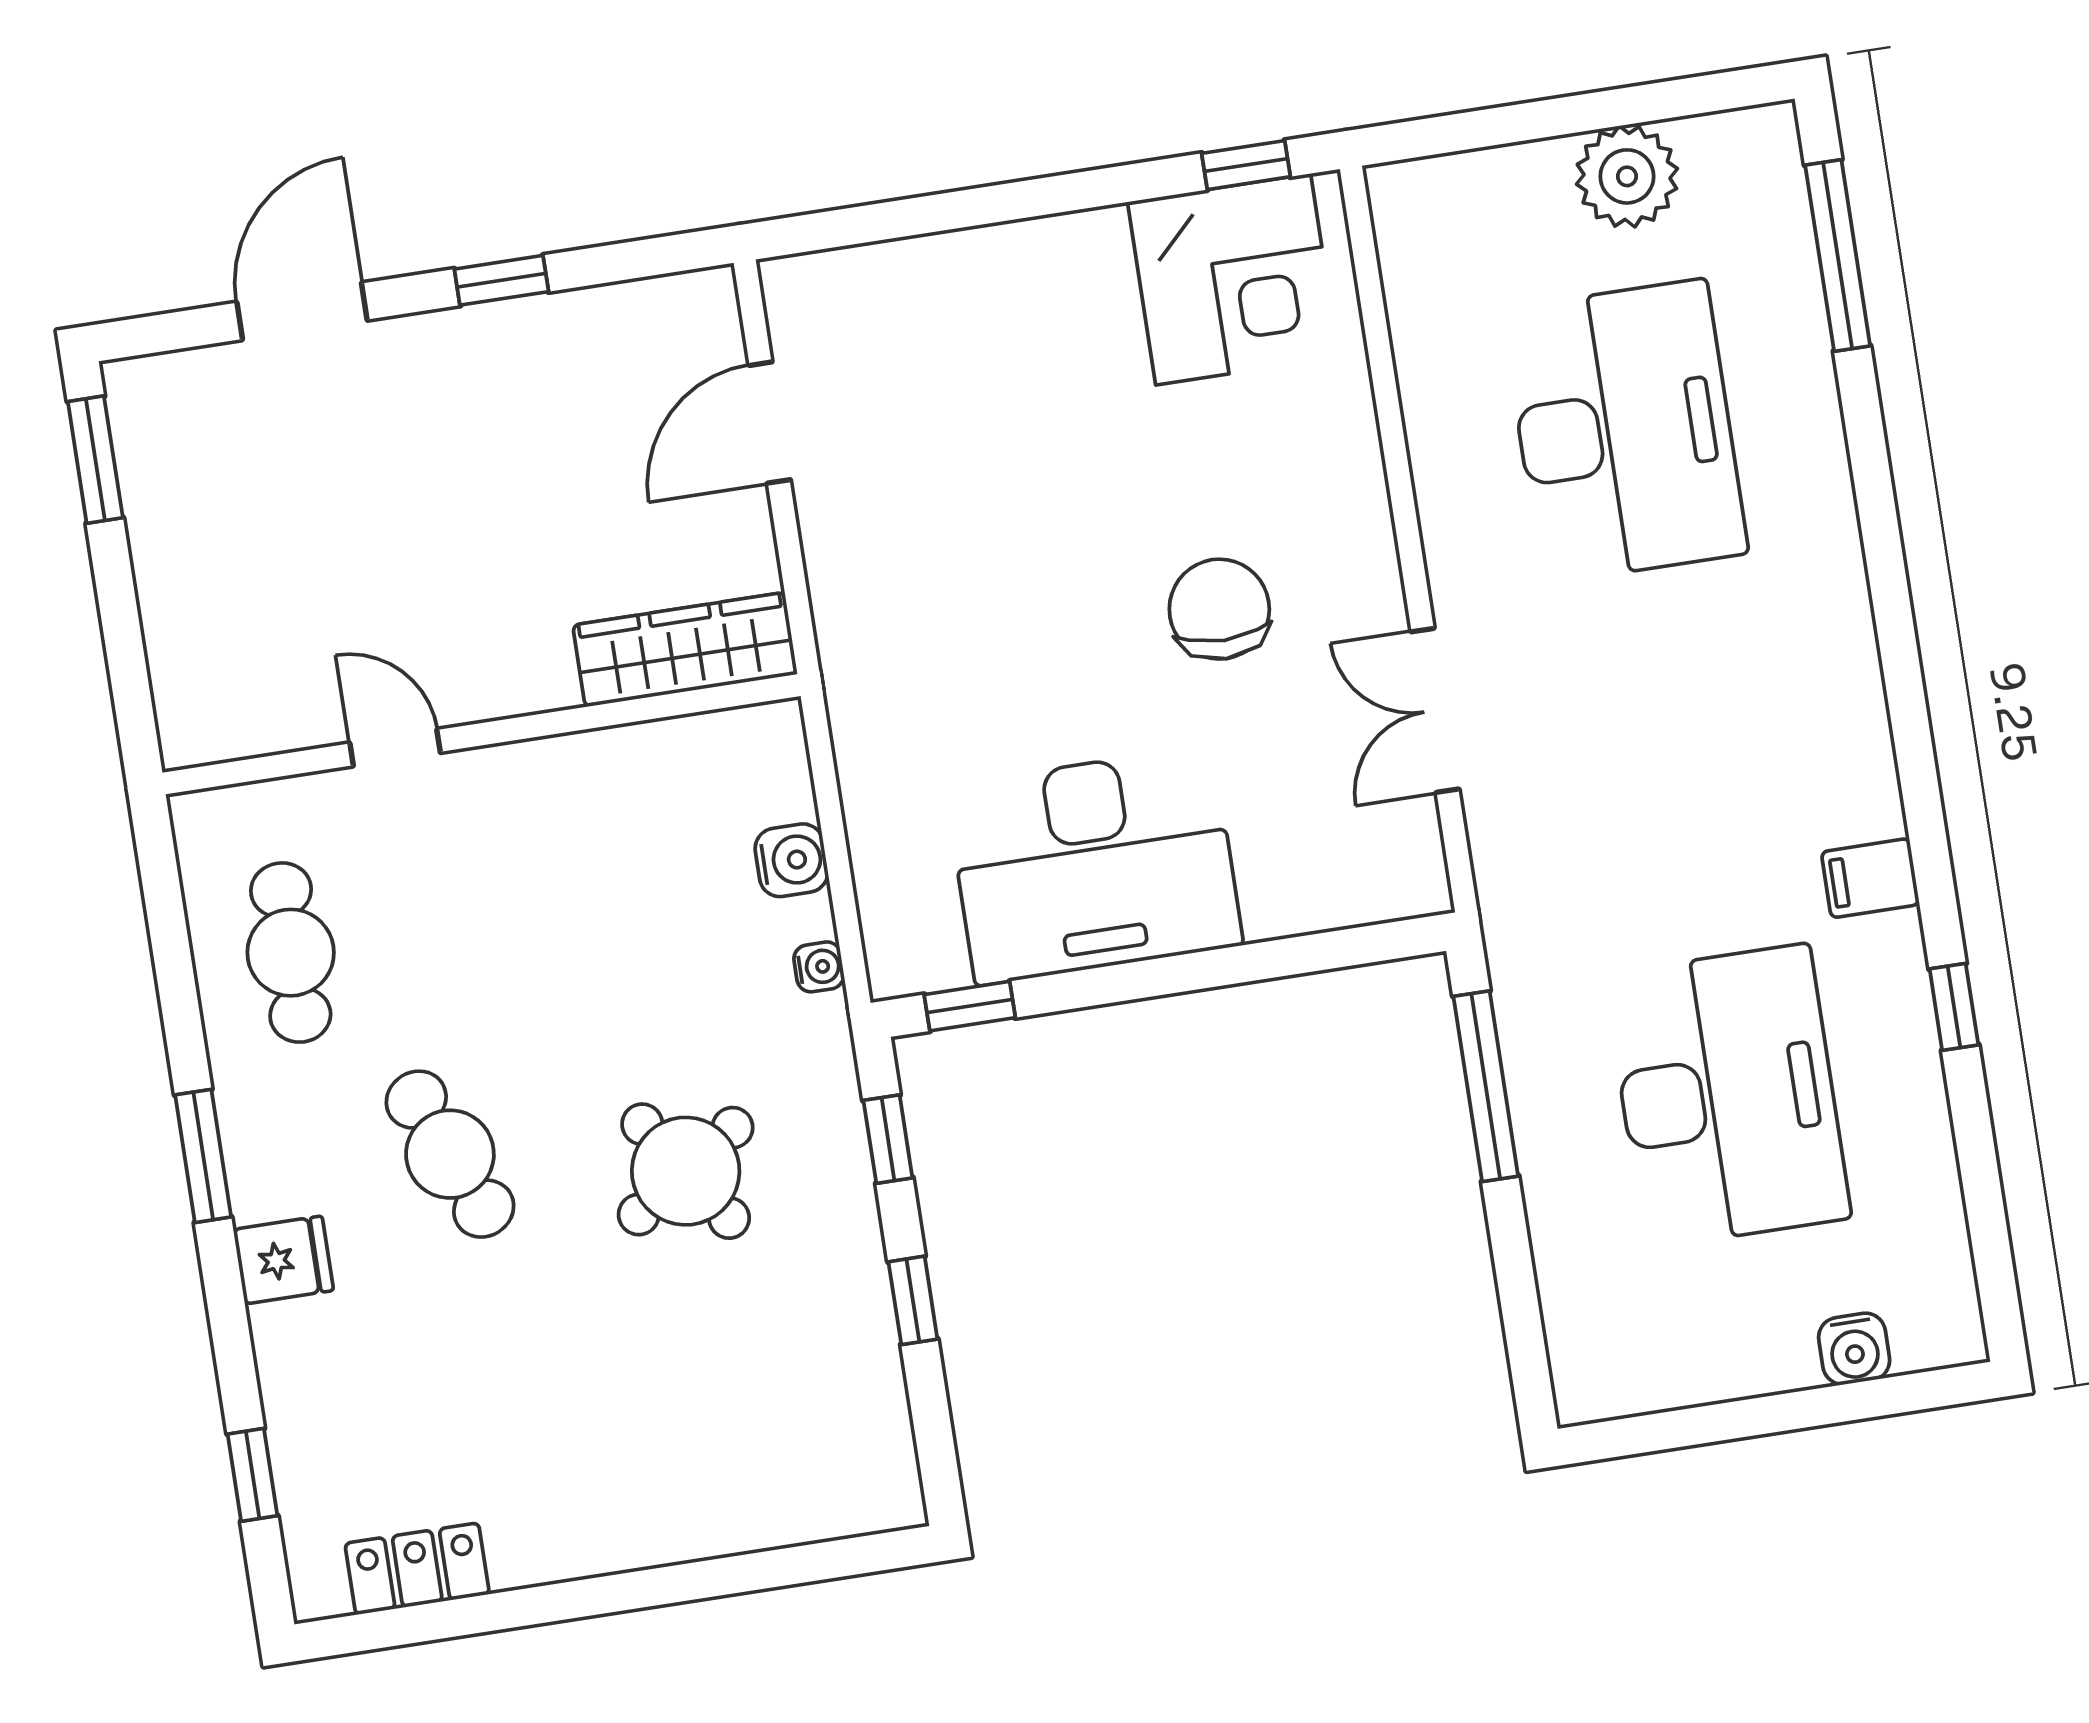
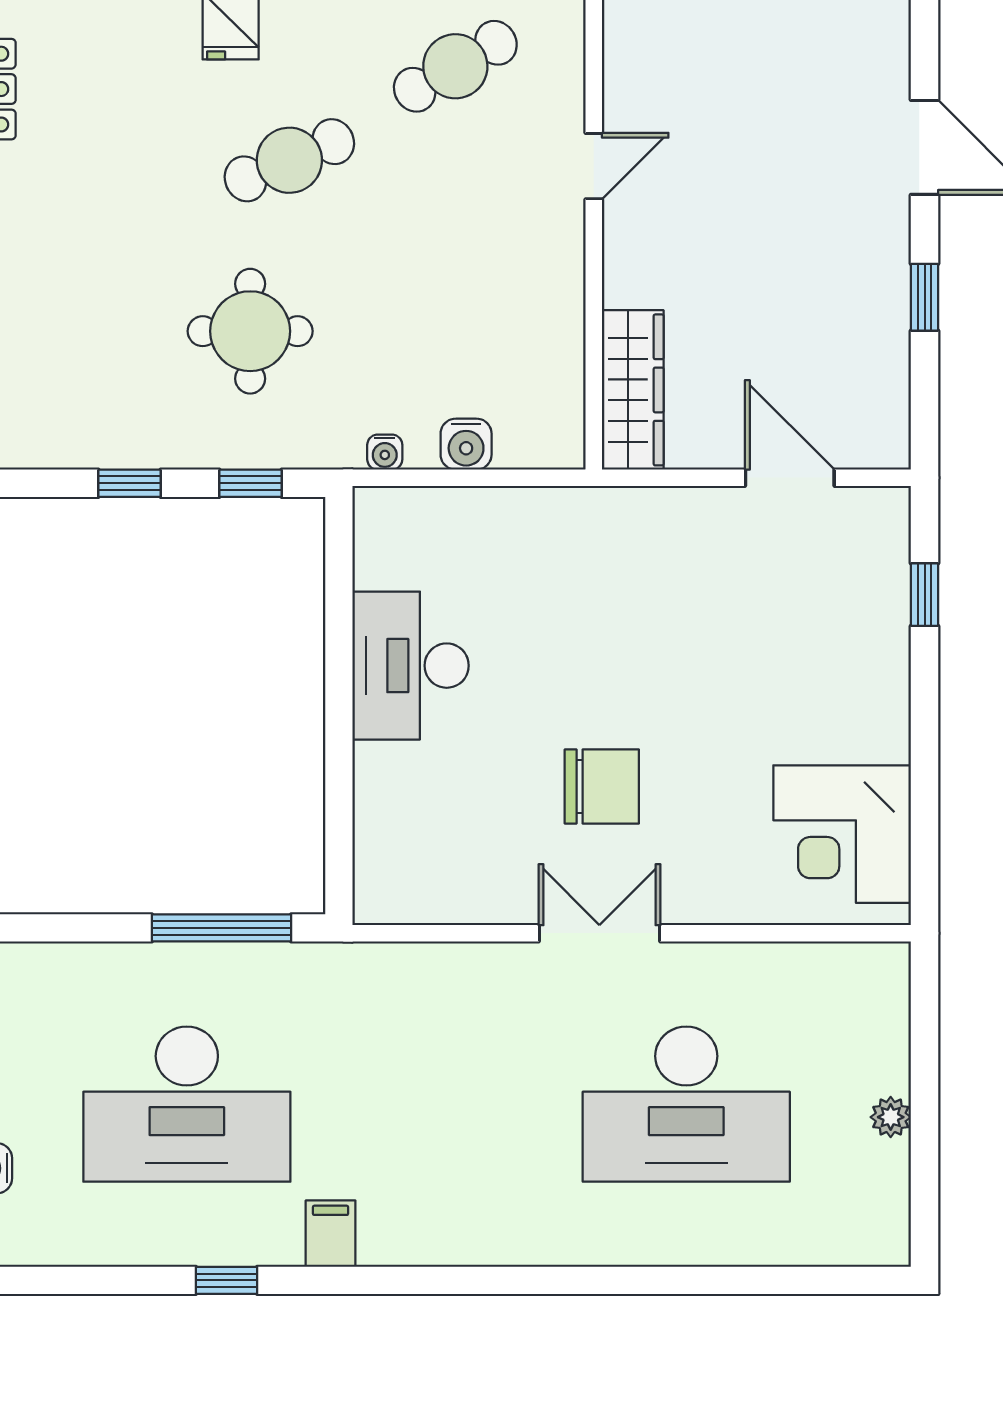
window: (1246, 165) -> (925, 595), moved
plant: (1627, 176) -> (891, 1117), width x0.53, depth x0.53
window: (1838, 255) -> (791, 1280), removed
double door: (1435, 710) -> (599, 933), moved
desk: (1094, 865) -> (411, 666), width x0.73, depth x0.77
cafe table: (291, 953) -> (455, 66), turned -30
window: (970, 1006) -> (339, 558), removed
round table: (686, 1171) -> (250, 331), turned 34

